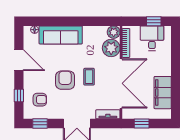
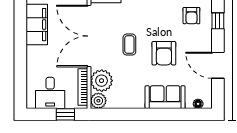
window: (154, 21) -> (65, 114), moved
sofa: (61, 35) -> (165, 97), width x0.73
armchair: (65, 80) -> (164, 53), moved
armchair: (40, 100) -> (191, 16), turned -90

